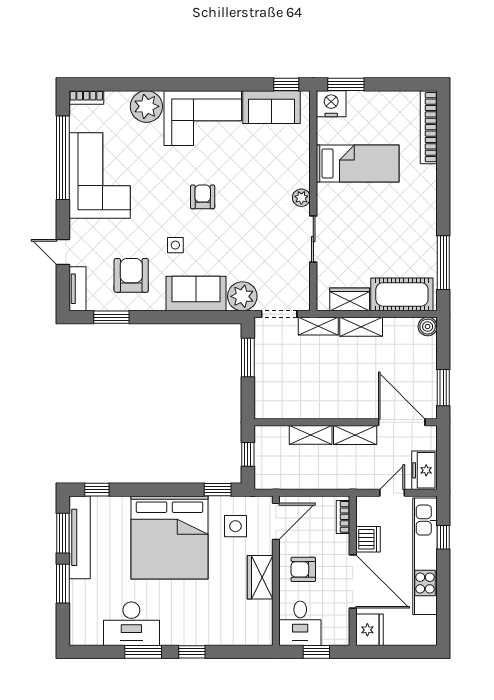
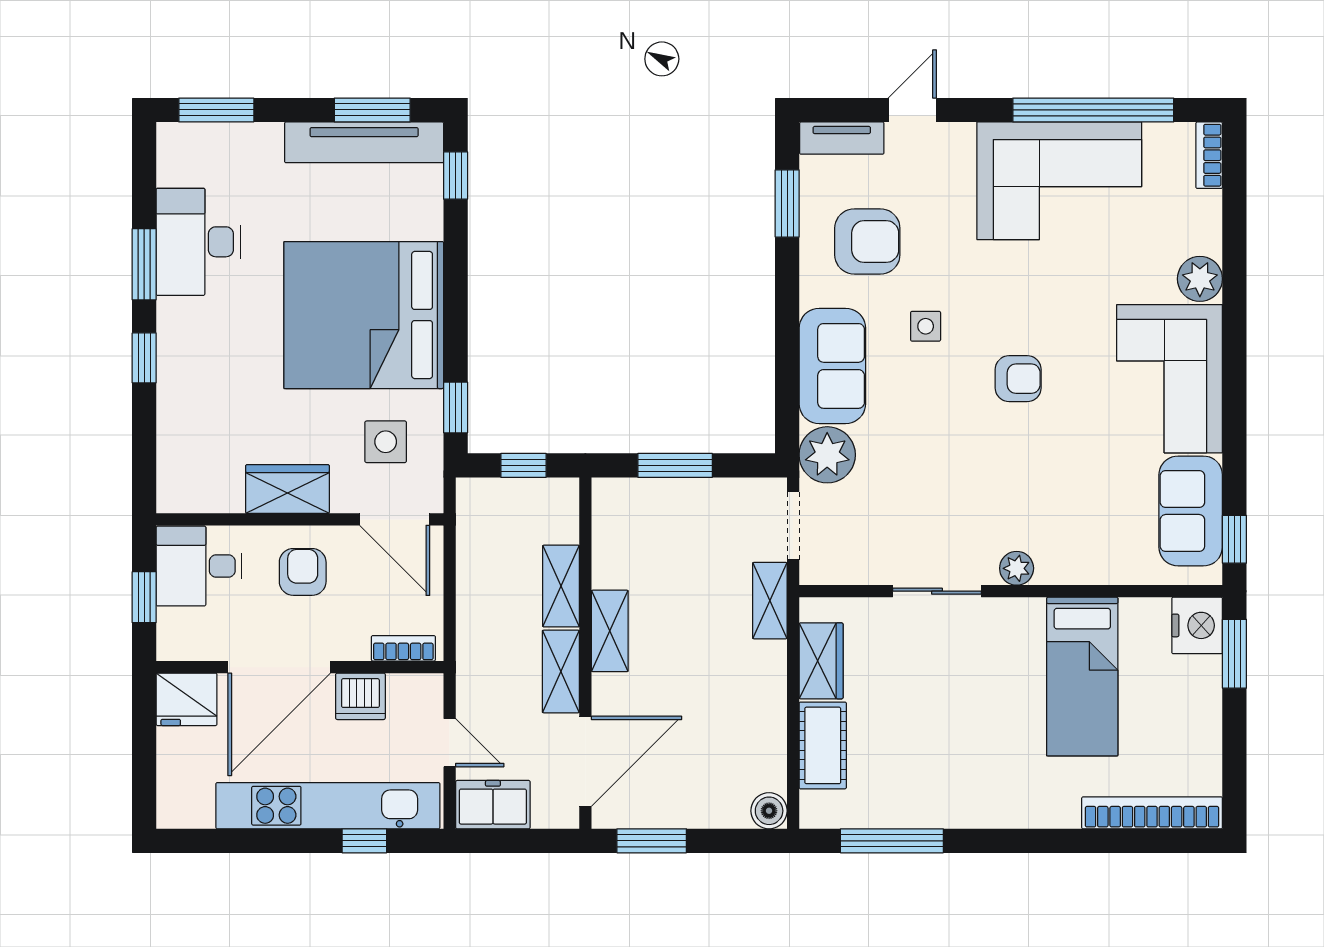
plant: (146, 106) -> (1200, 279), width x0.73, depth x0.73
cot: (402, 294) -> (823, 745), width x0.73, depth x0.75
shelving: (361, 327) -> (610, 631), moved
window: (248, 357) -> (675, 465), moved
window: (63, 584) -> (216, 110), moved

